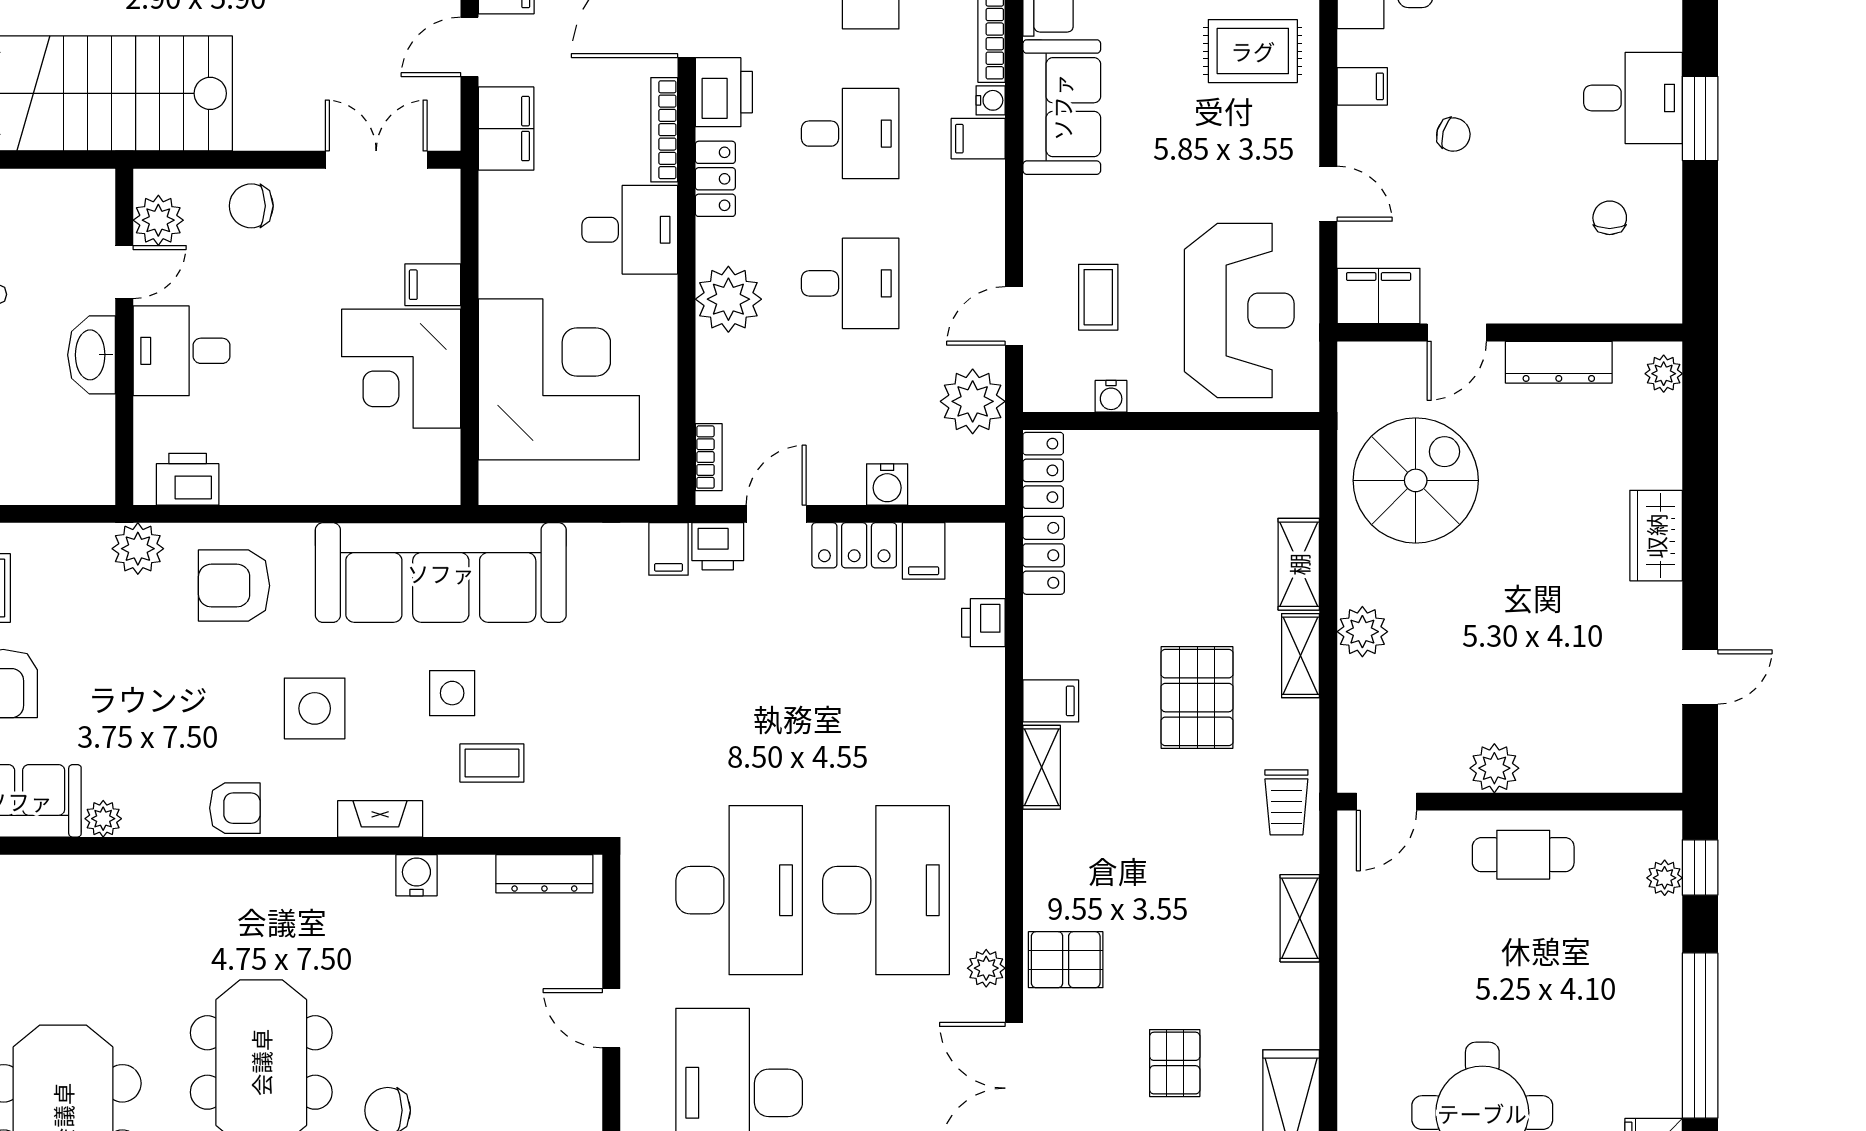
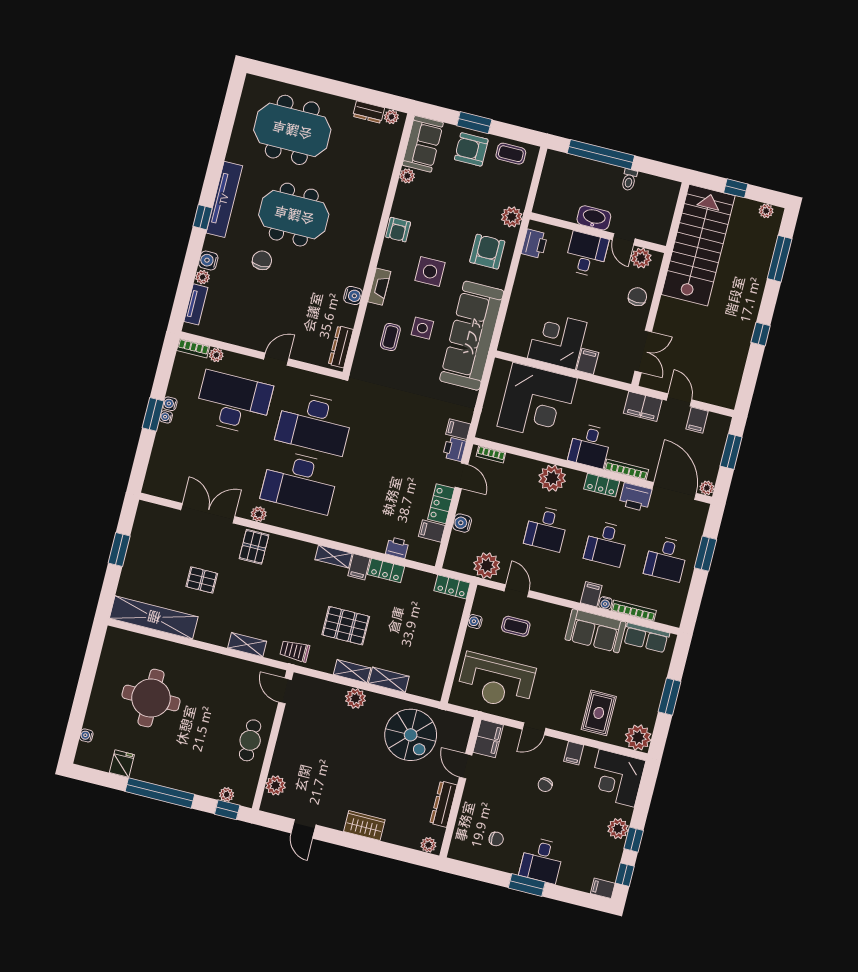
locker: (1044, 555) -> (386, 571), moved
plant: (1494, 768) -> (276, 785), moved

